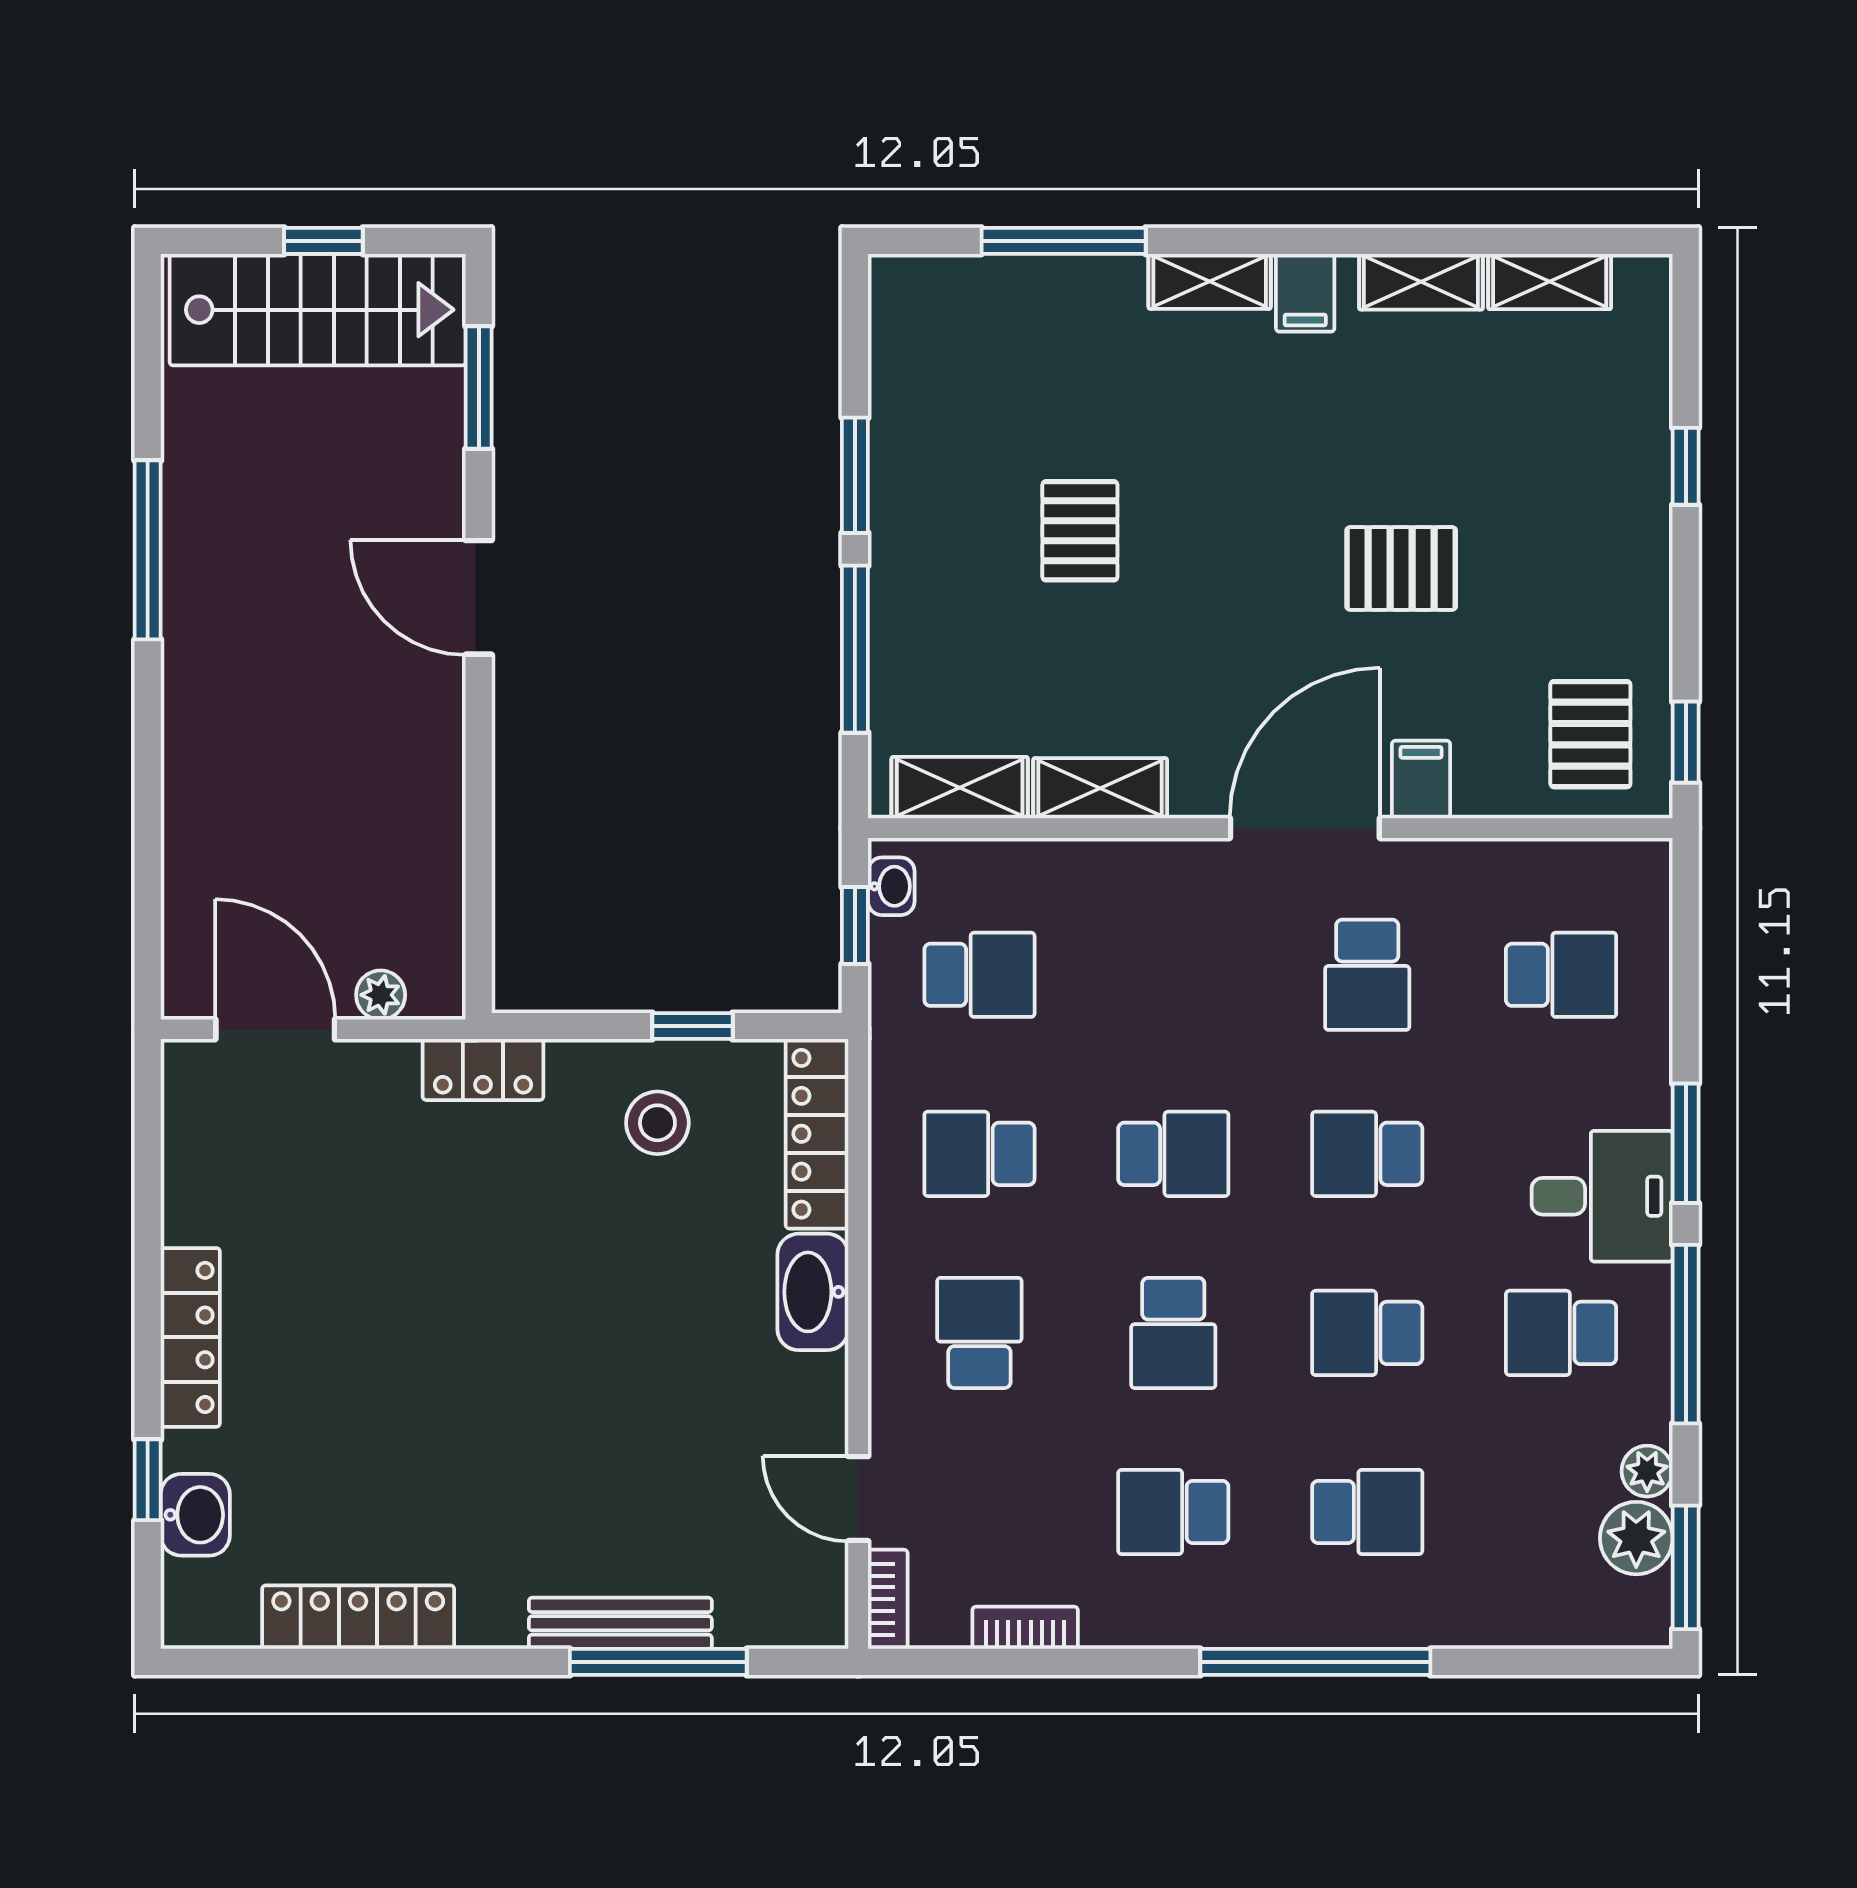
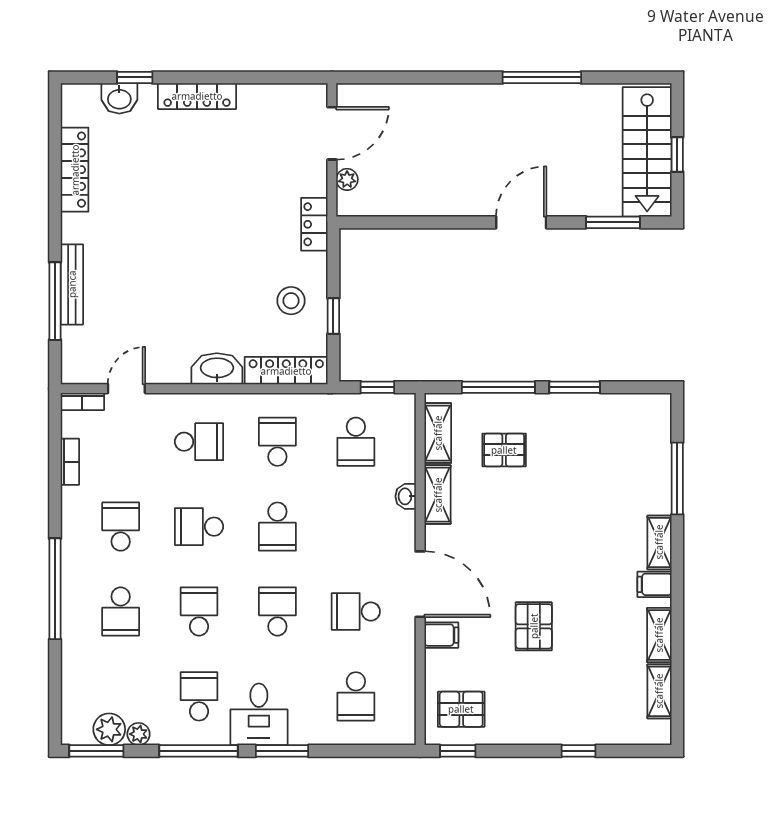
pallet: (1080, 531) -> (504, 450), moved
washbasin: (891, 886) -> (406, 496), moved, turned 90

